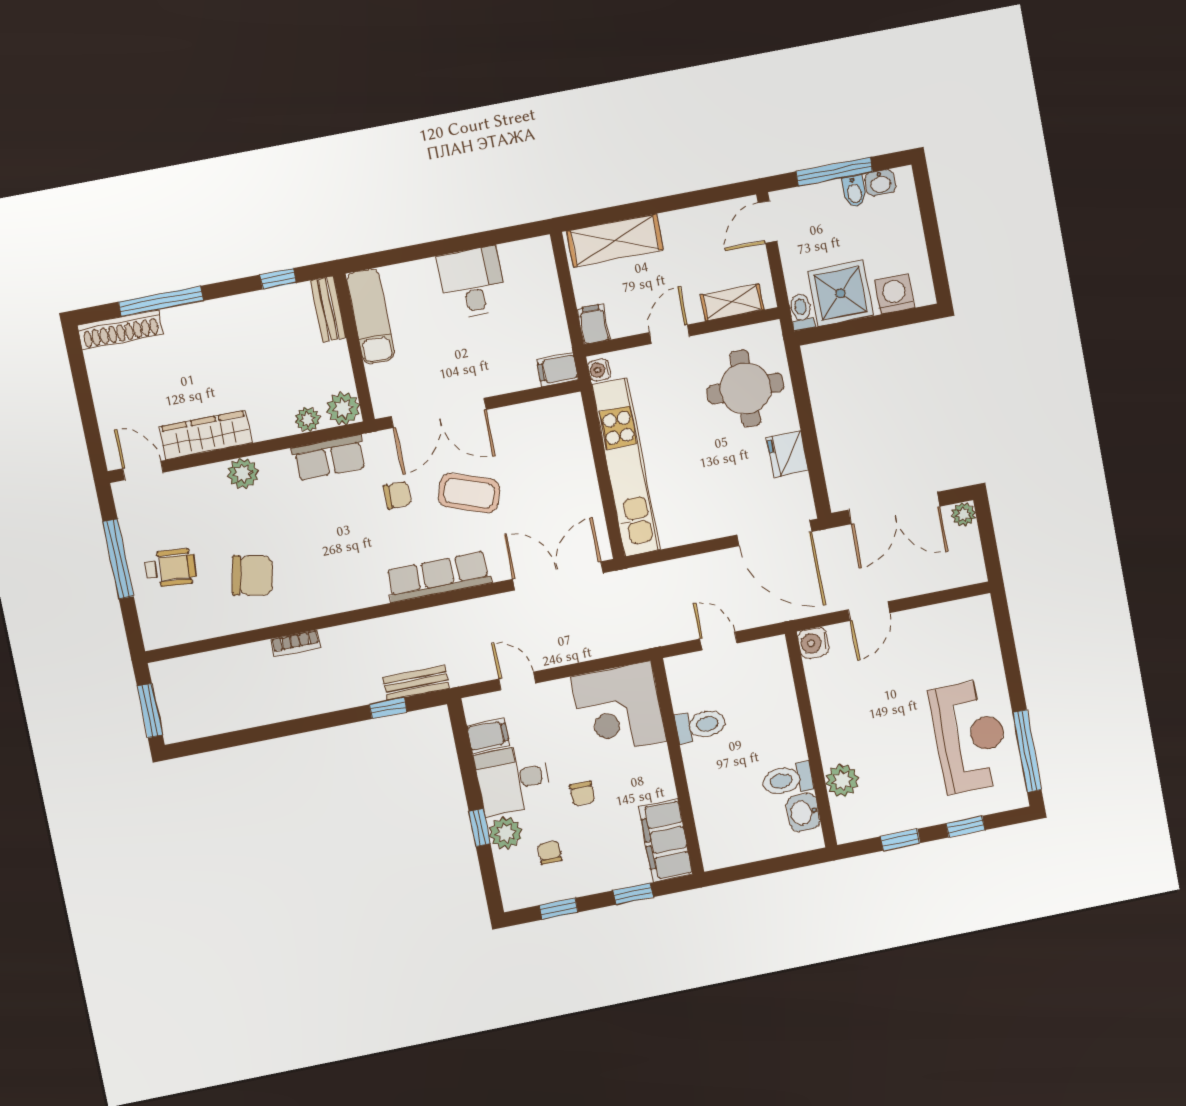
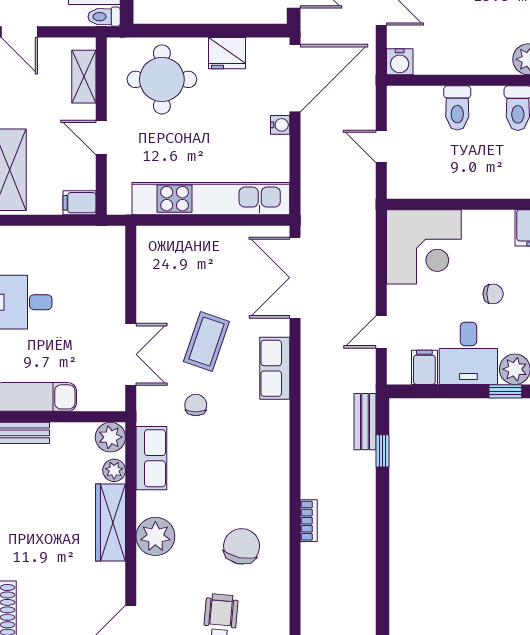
filing cabinet: (557, 369) -> (113, 242), removed
water cooler: (599, 370) -> (280, 125), moved, turned -90
double door: (439, 413) -> (131, 354), width x0.73
wardrobe: (206, 435) -> (110, 522), moved
plant: (243, 473) -> (155, 536), width x1.36, depth x1.36
row of seats: (438, 577) -> (275, 368), width x0.68
door: (718, 641) -> (381, 146), hinge flipped
toilet: (701, 725) -> (457, 108), moved, turned 180

